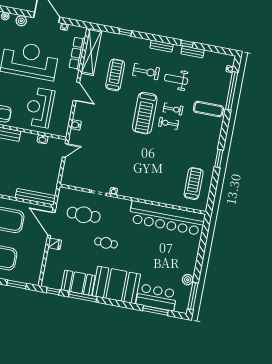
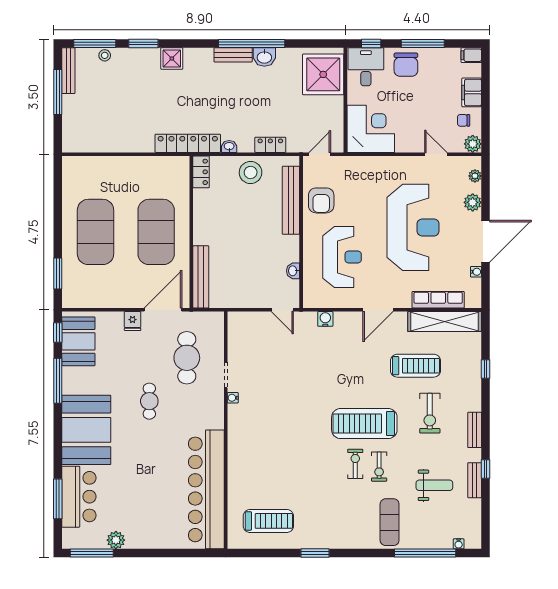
weight bench: (176, 79) -> (434, 485), moved, turned 90
reception desk: (40, 107) -> (342, 257), turned 90
booth: (78, 283) -> (78, 341), moved

